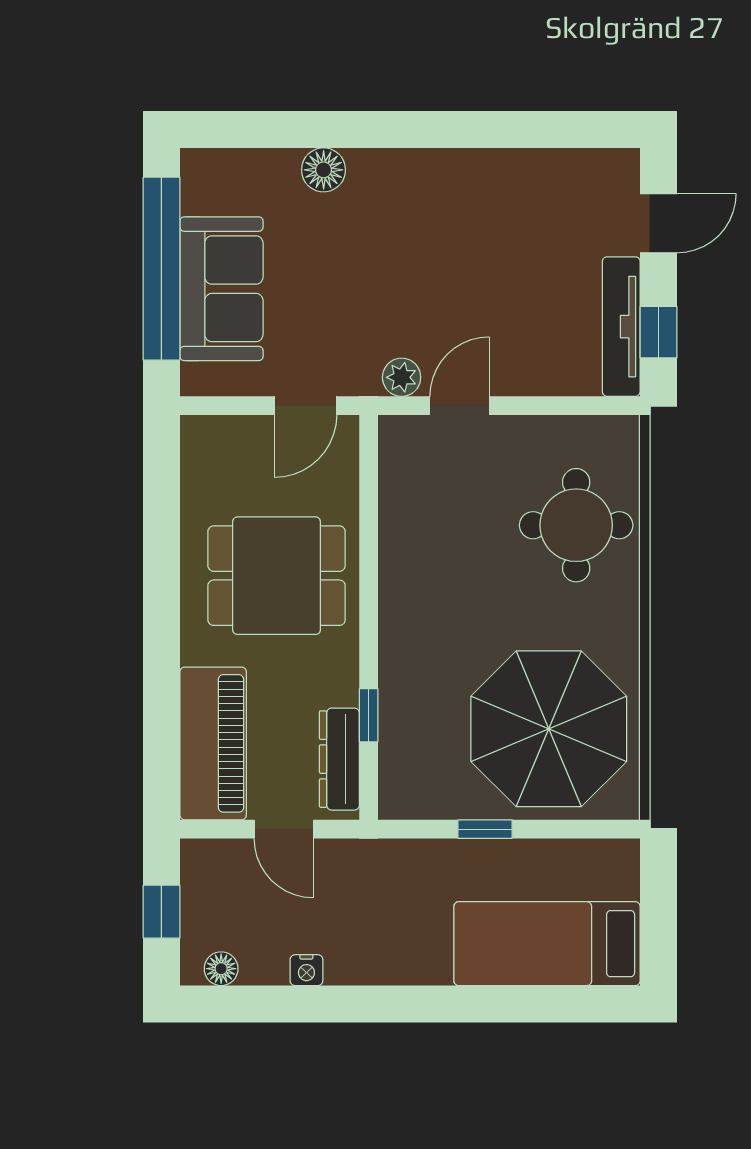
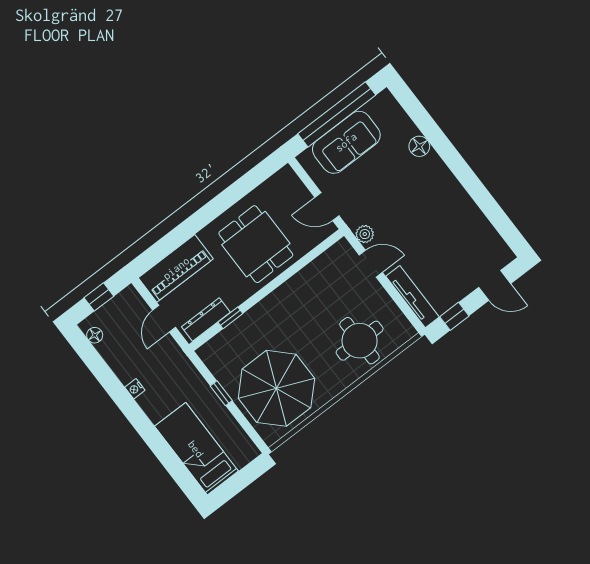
tv unit: (621, 327) -> (413, 297), moved, turned 90
nightstand: (306, 970) -> (135, 389), moved

